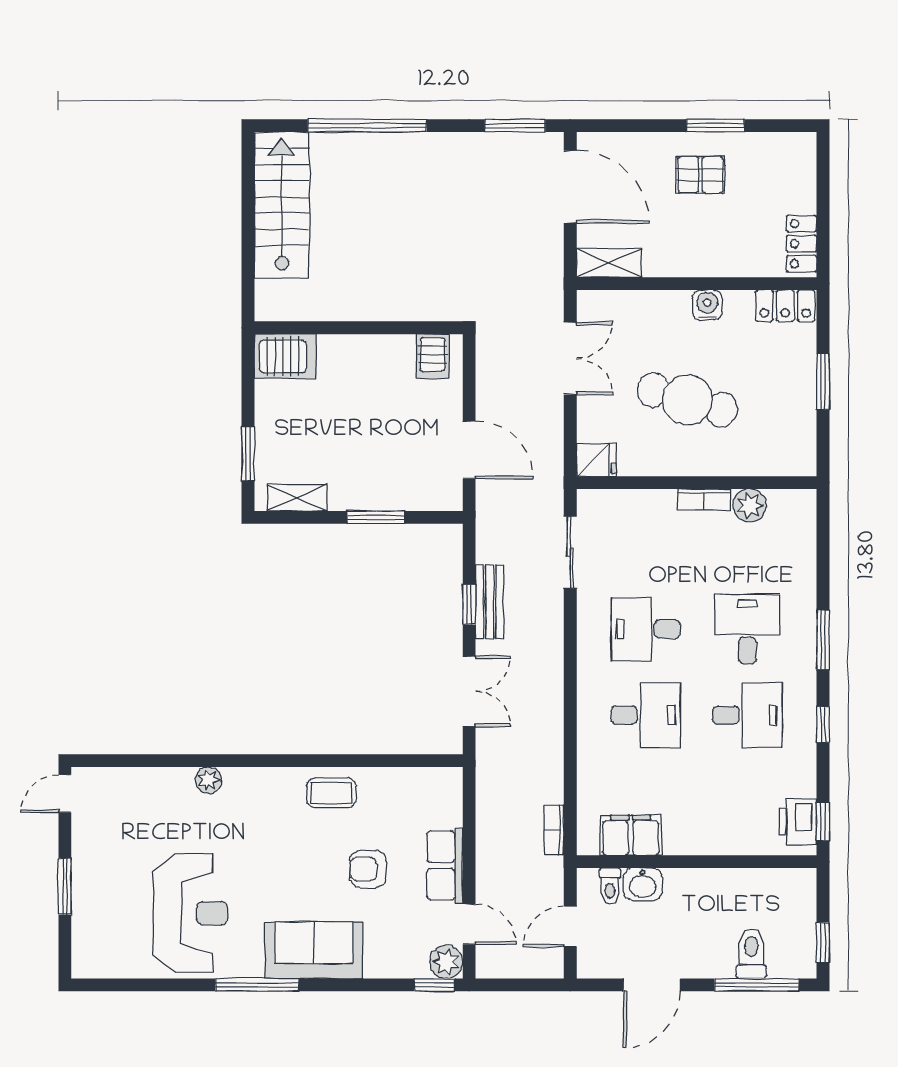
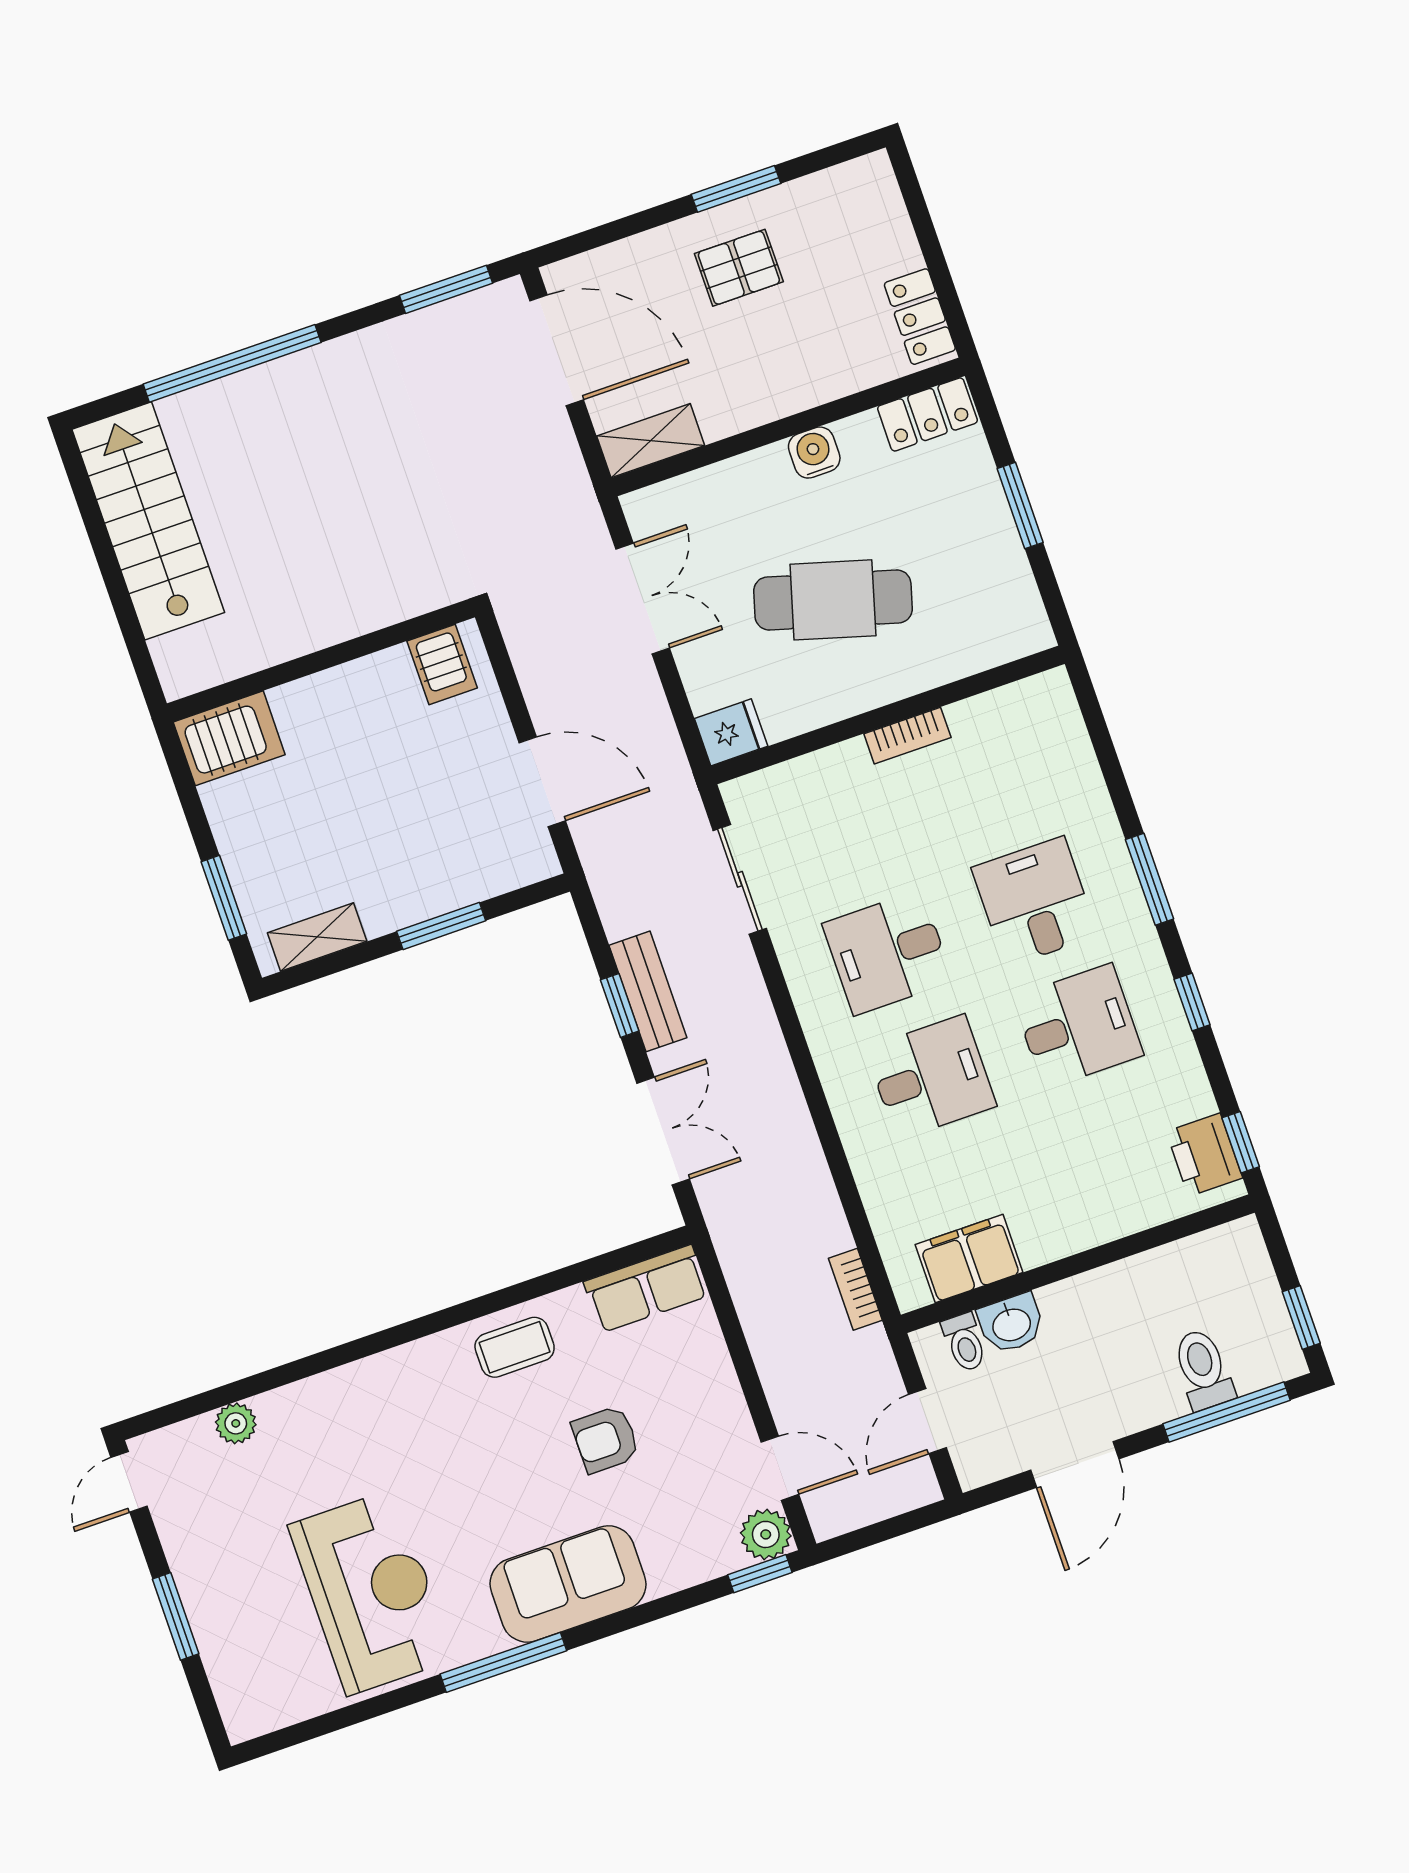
plant: (750, 505) -> (976, 721), removed
plant: (208, 780) -> (236, 1423), moved
row of seats: (445, 866) -> (646, 1289), moved, turned -90

